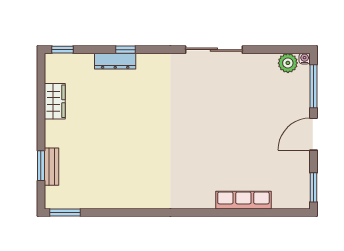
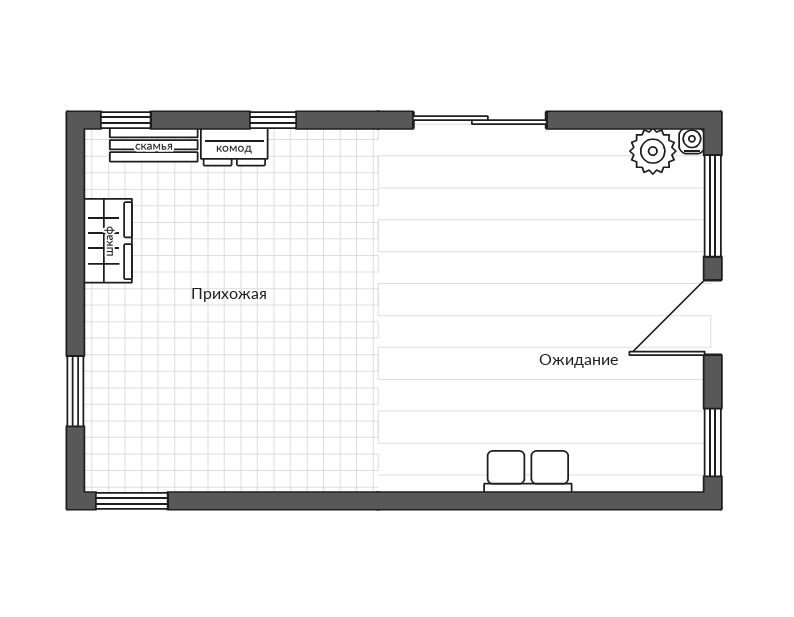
dresser: (115, 61) -> (234, 147), width x0.70
bench: (52, 167) -> (154, 145), moved, turned 90
row of seats: (243, 200) -> (528, 472), width x0.68

